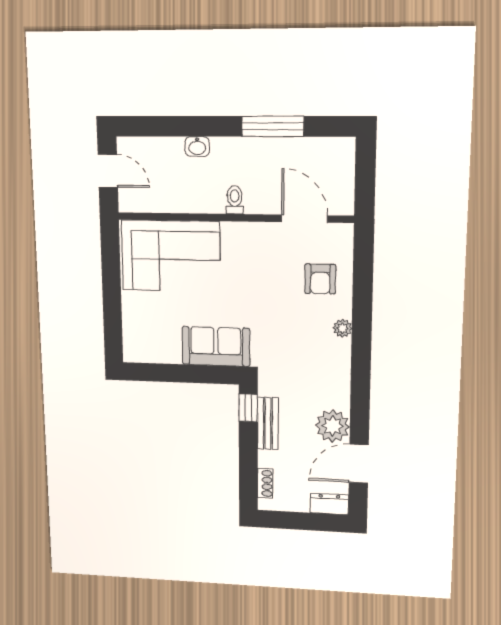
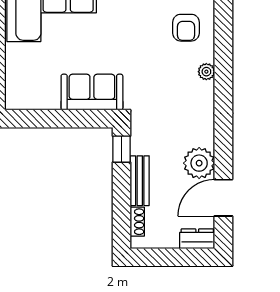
bench: (268, 423) -> (140, 181), moved

